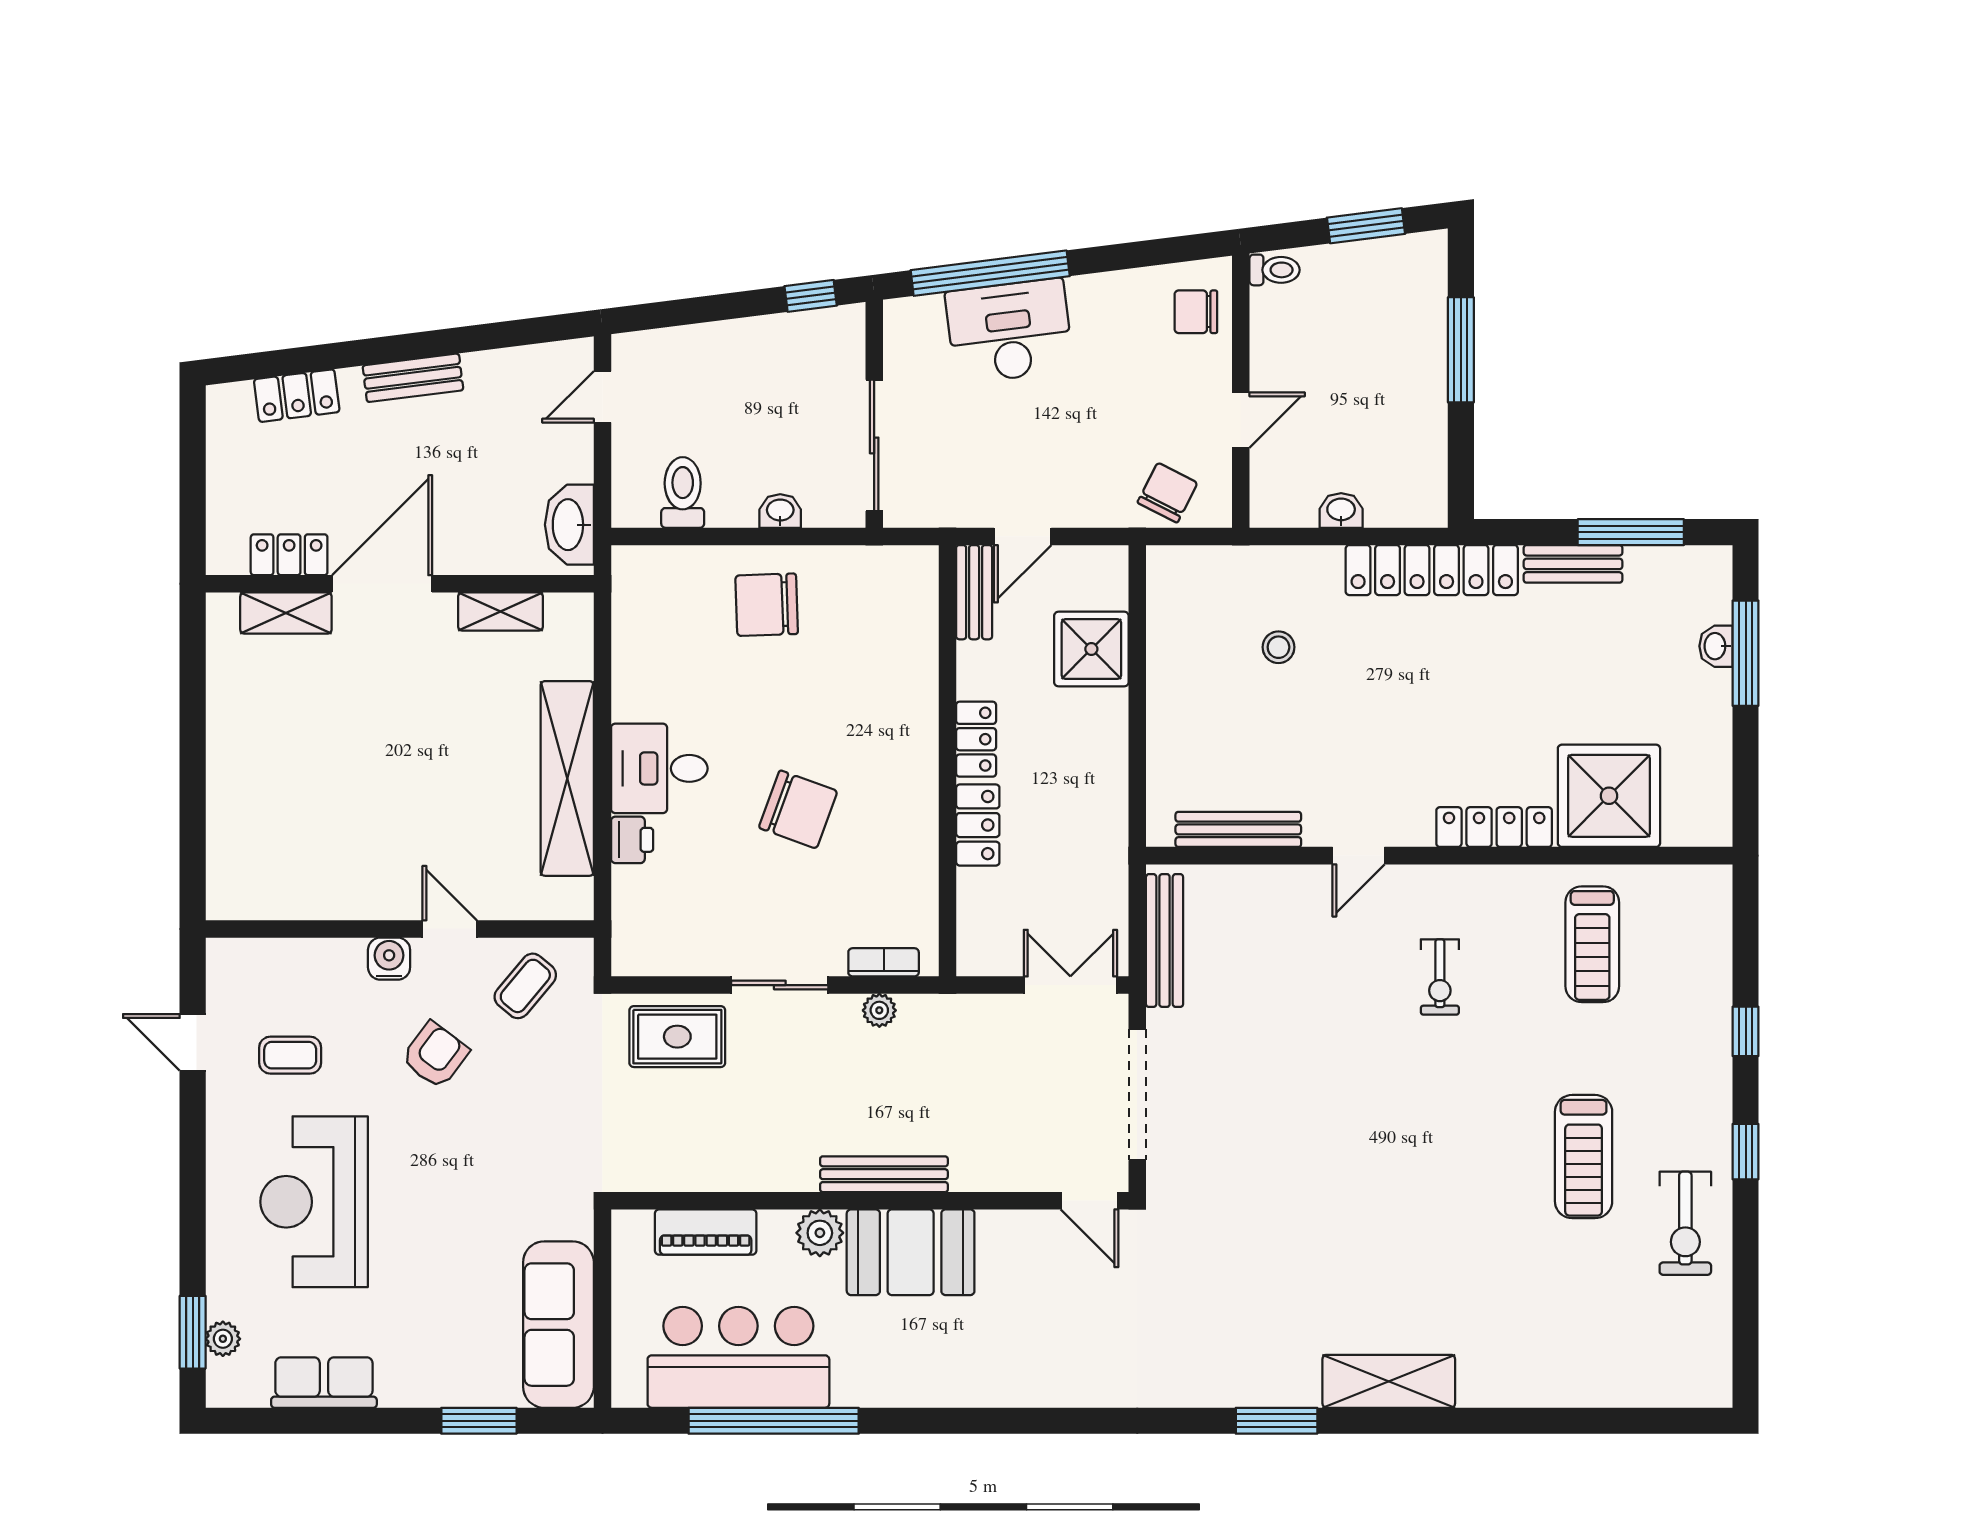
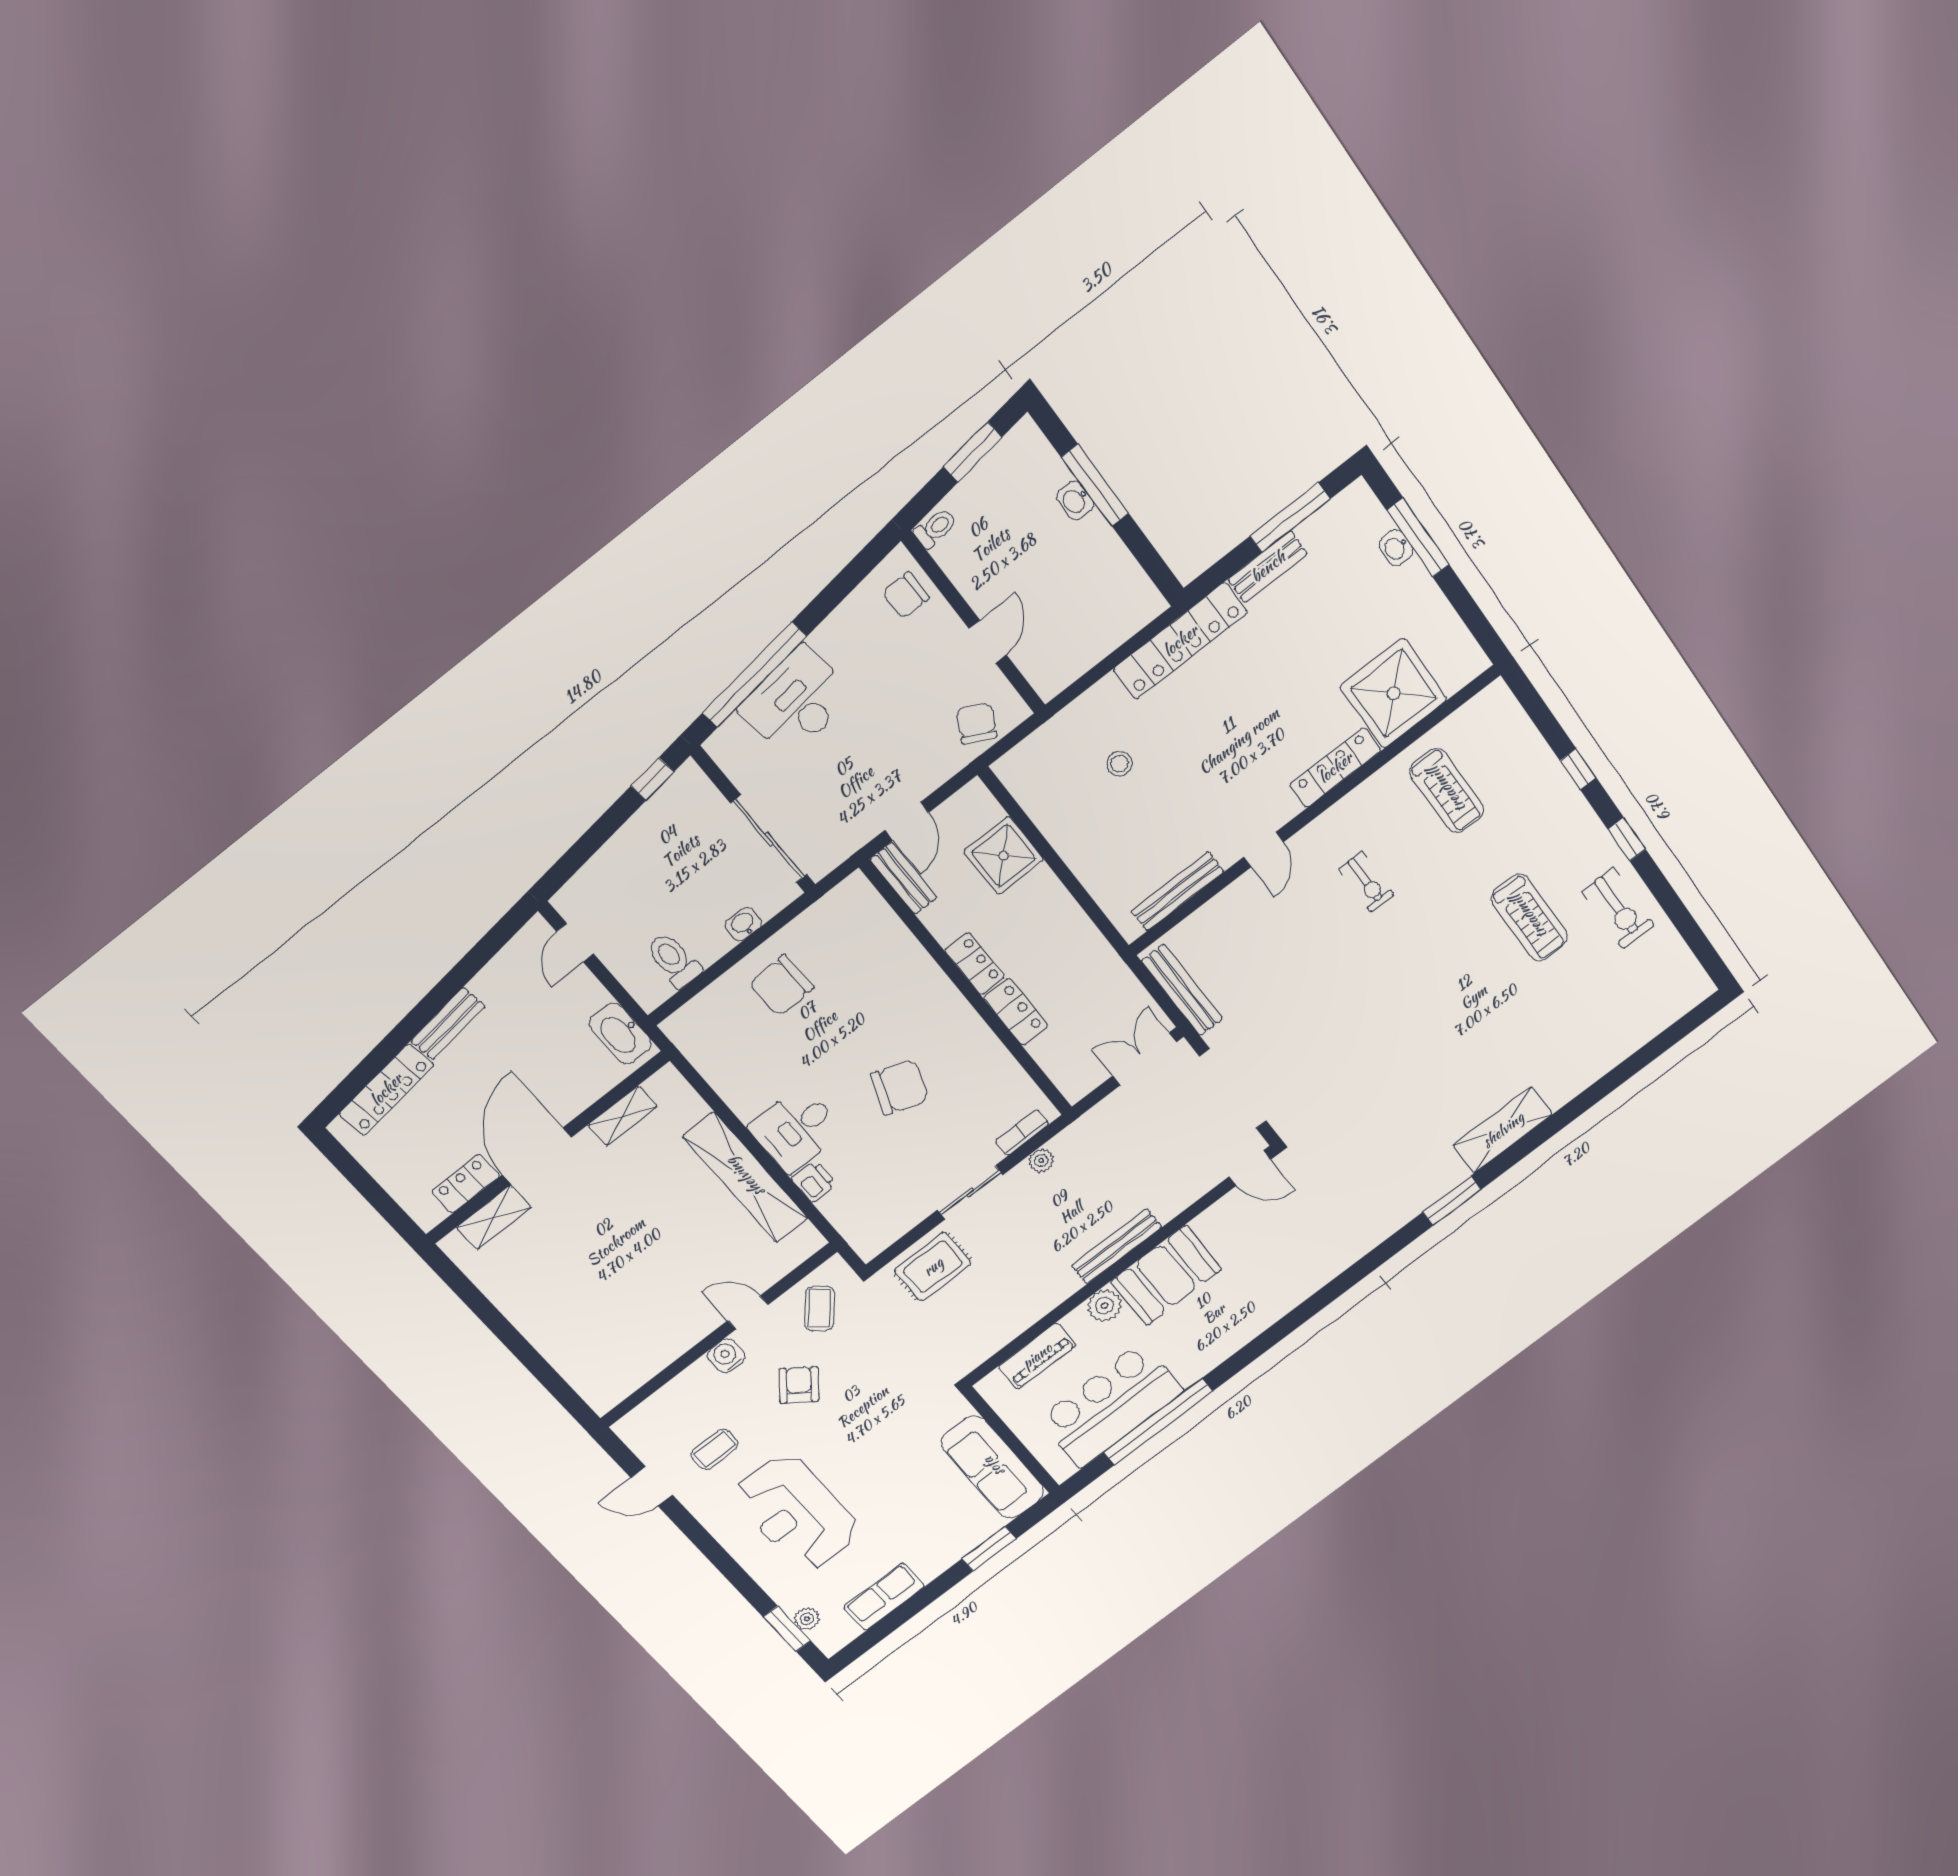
locker: (297, 396) -> (386, 1090), width x1.53
washbasin: (1341, 510) -> (1075, 500), moved, turned -90

